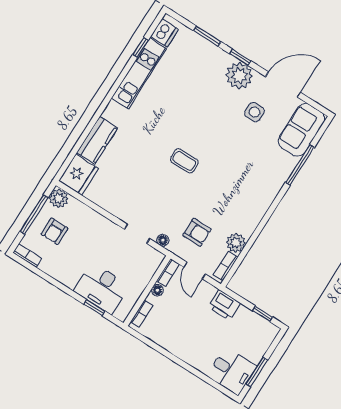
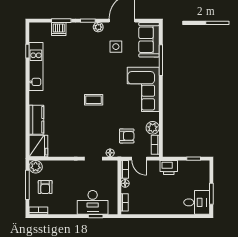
dishwasher: (164, 33) -> (59, 29), moved, turned 90
plant: (239, 76) -> (98, 27), width x0.53, depth x0.53
corner sofa: (255, 187) -> (143, 89), added

